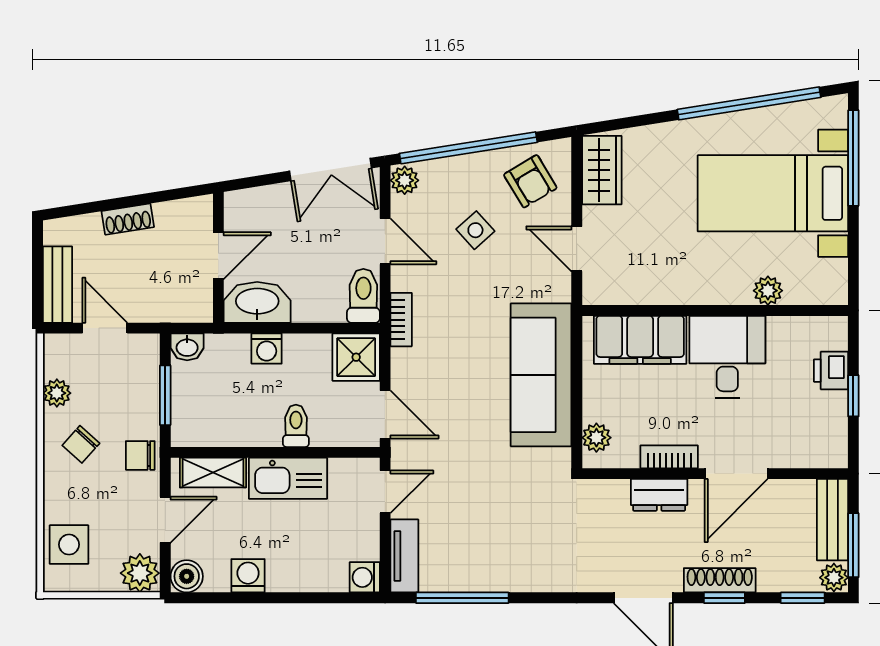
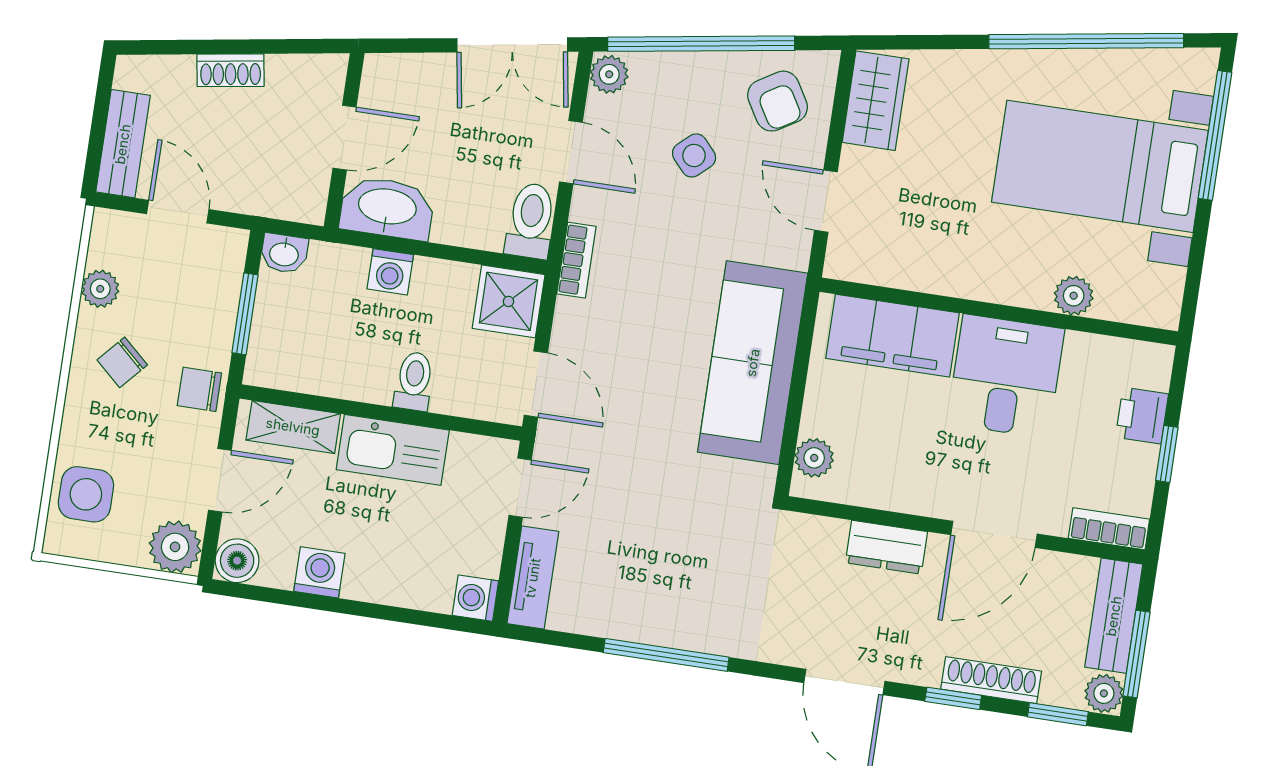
bookcase: (669, 457) -> (1109, 529), moved
shoe rack: (720, 580) -> (991, 680), moved
window: (462, 598) -> (666, 655), moved

